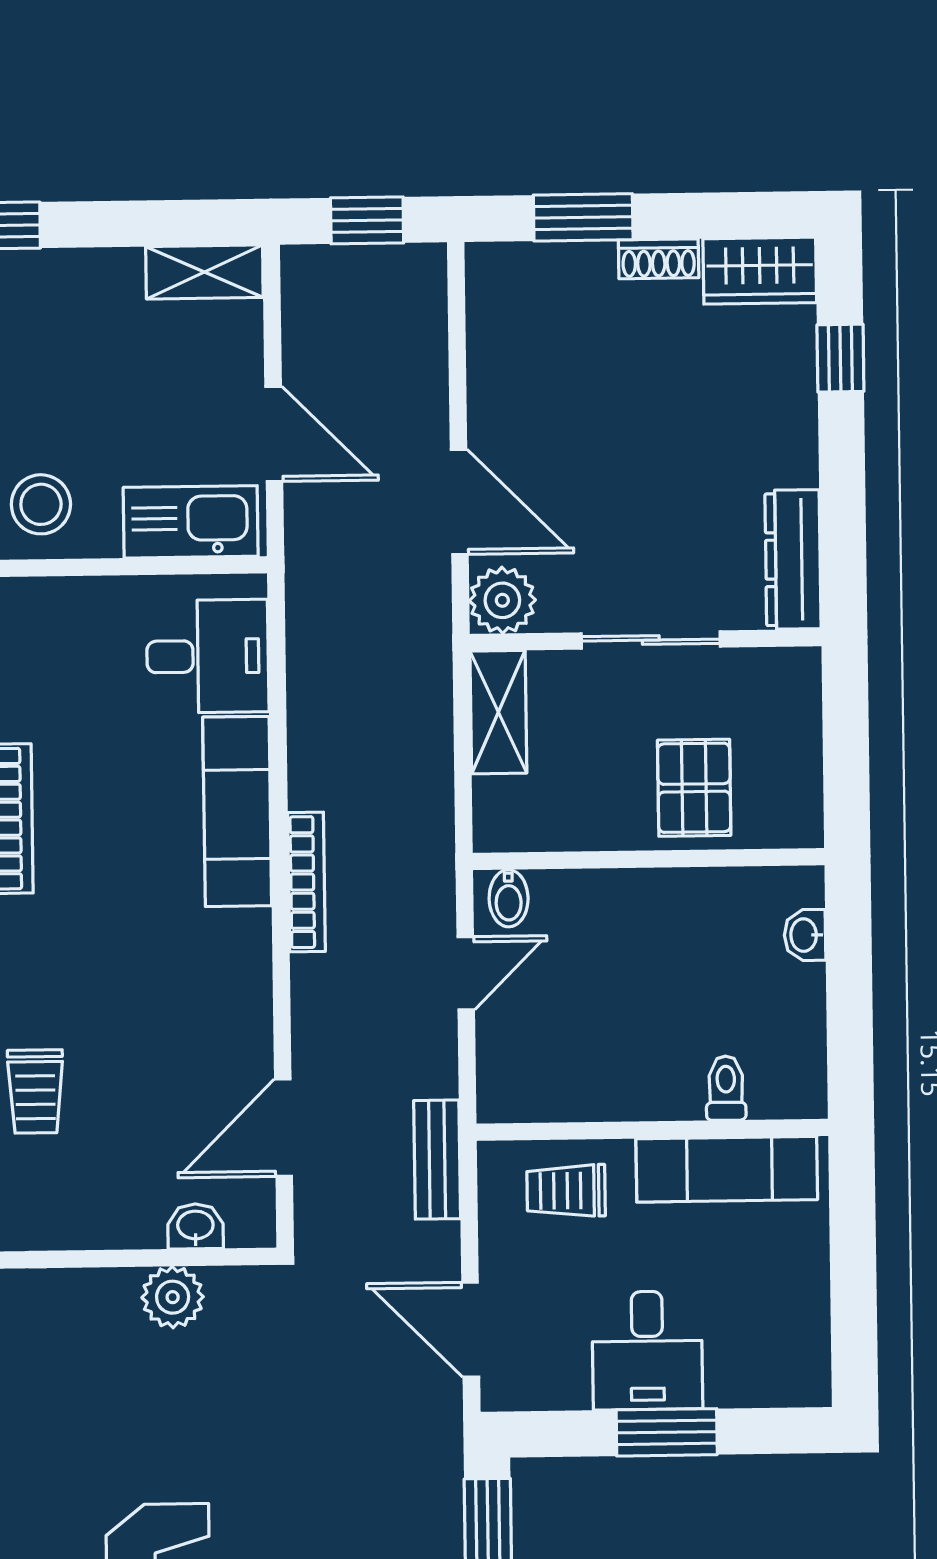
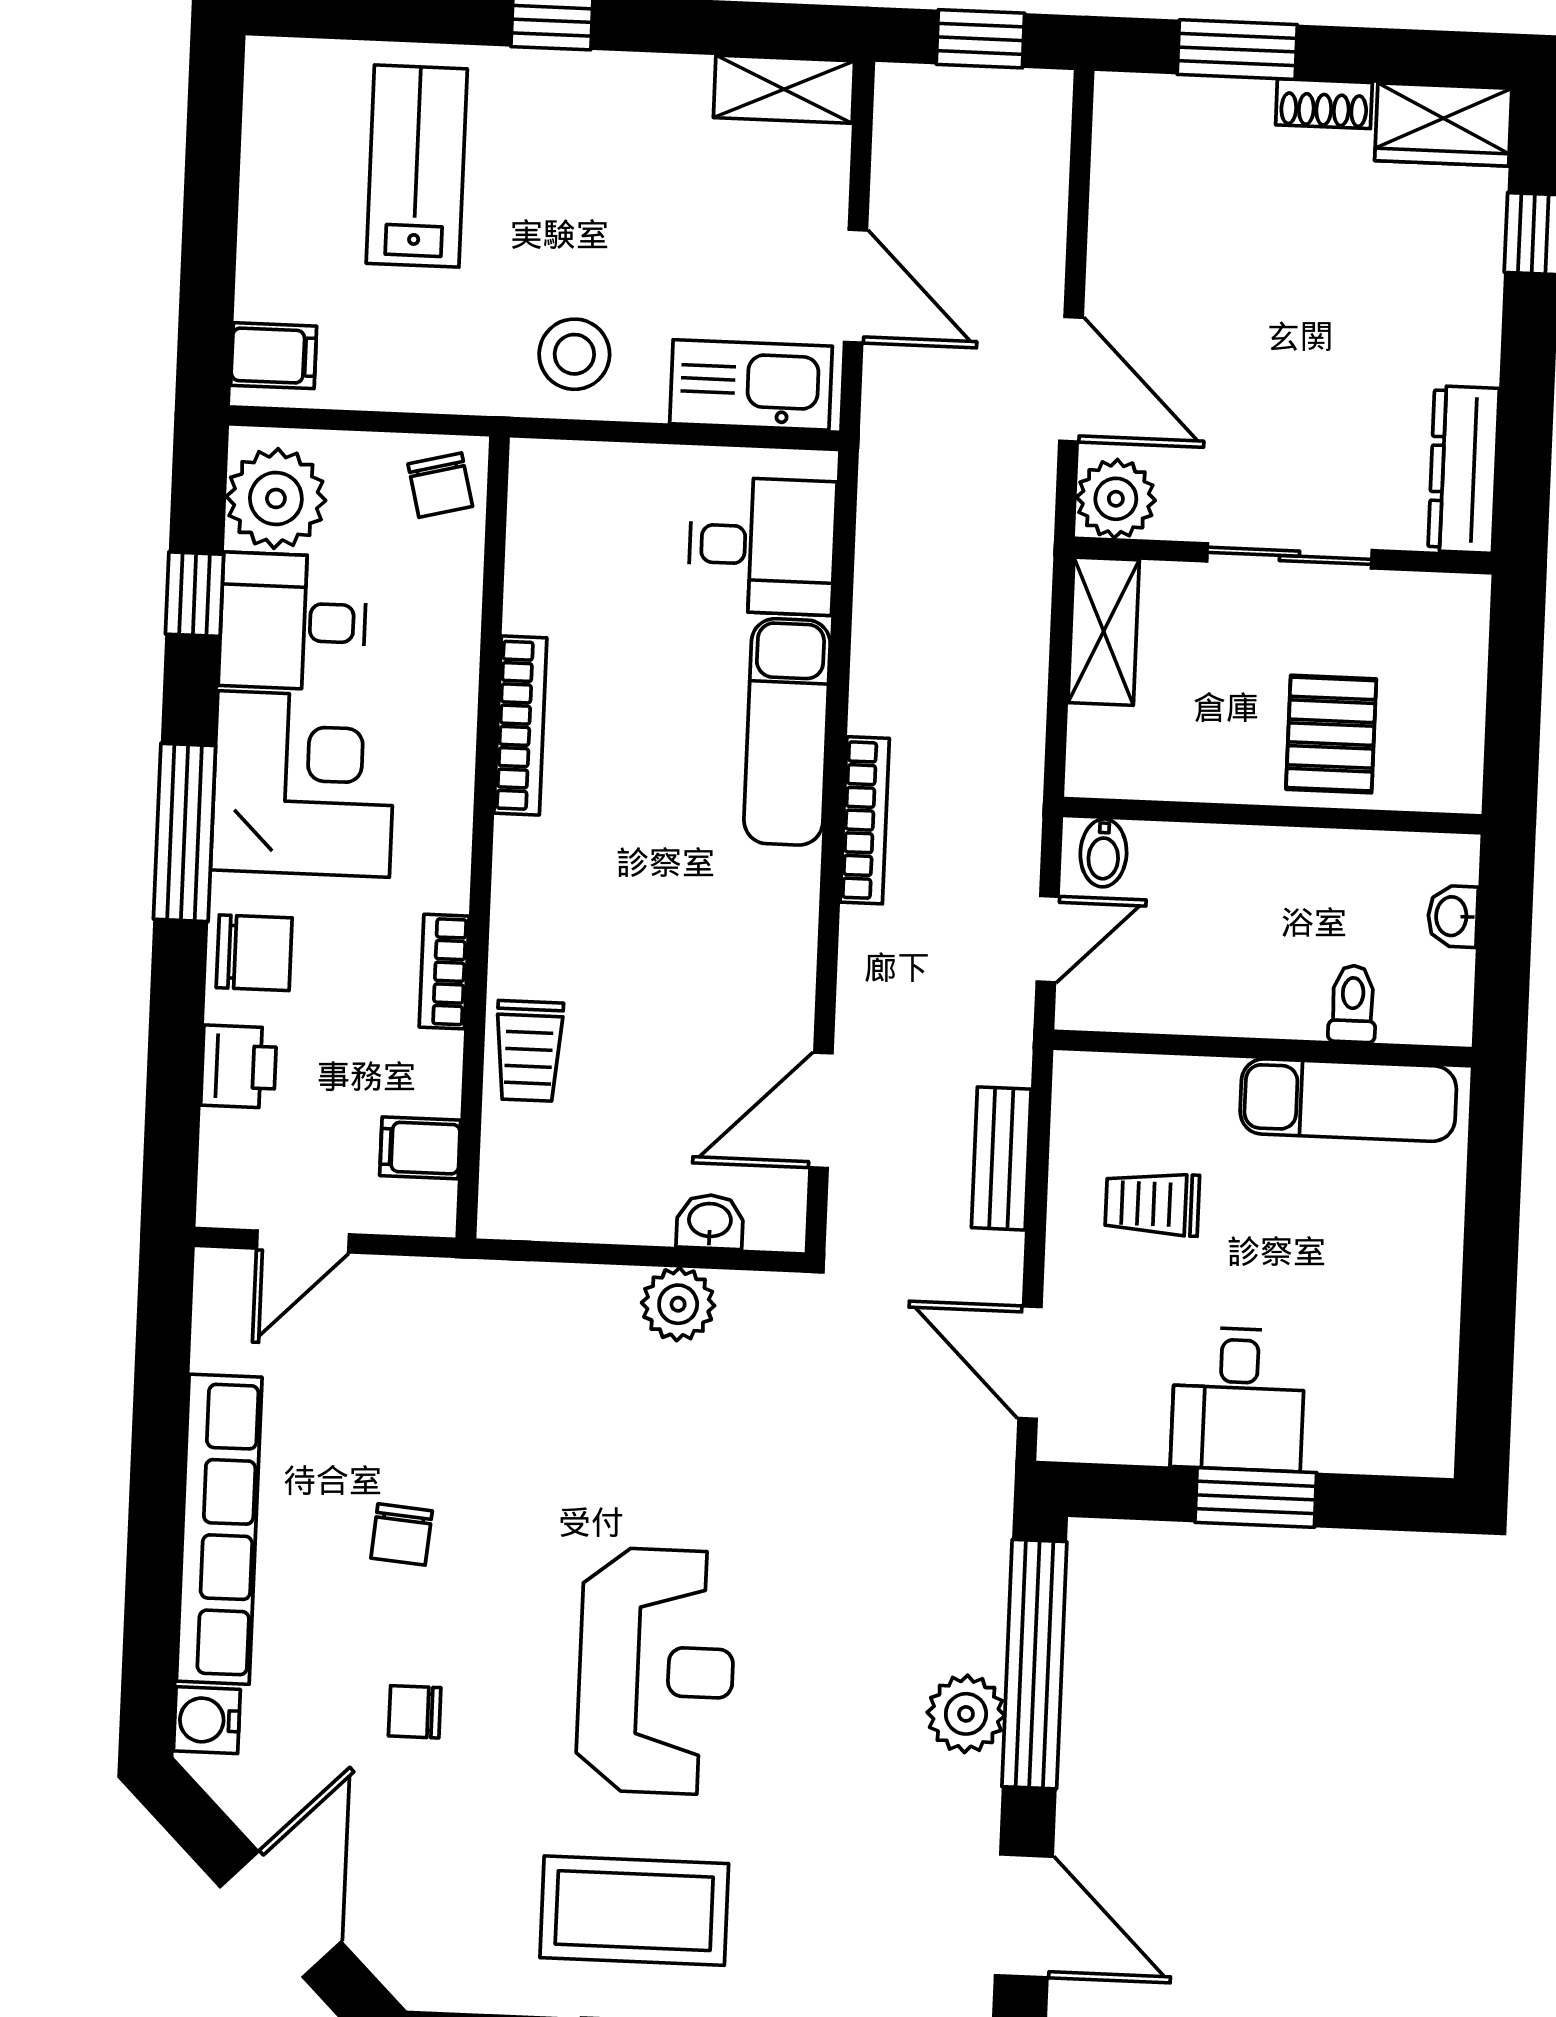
toilet: (726, 1088) -> (1353, 1004), moved
wall: (652, 1130) -> (1263, 1048), moved
exam couch: (727, 1169) -> (1348, 1100), moved

